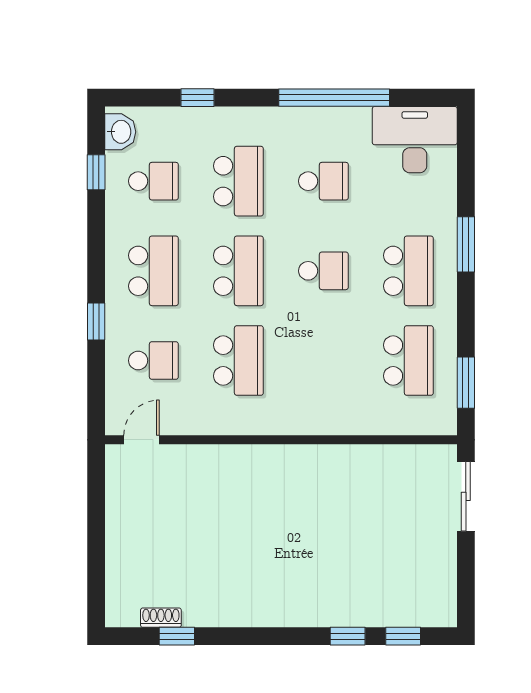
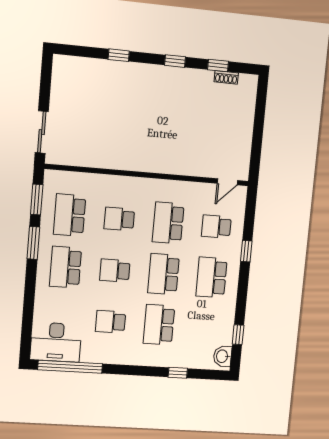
window: (334, 98) -> (70, 367), moved
school desk: (153, 181) -> (119, 219), moved
window: (466, 244) -> (33, 243), moved
window: (403, 636) -> (175, 61), moved

